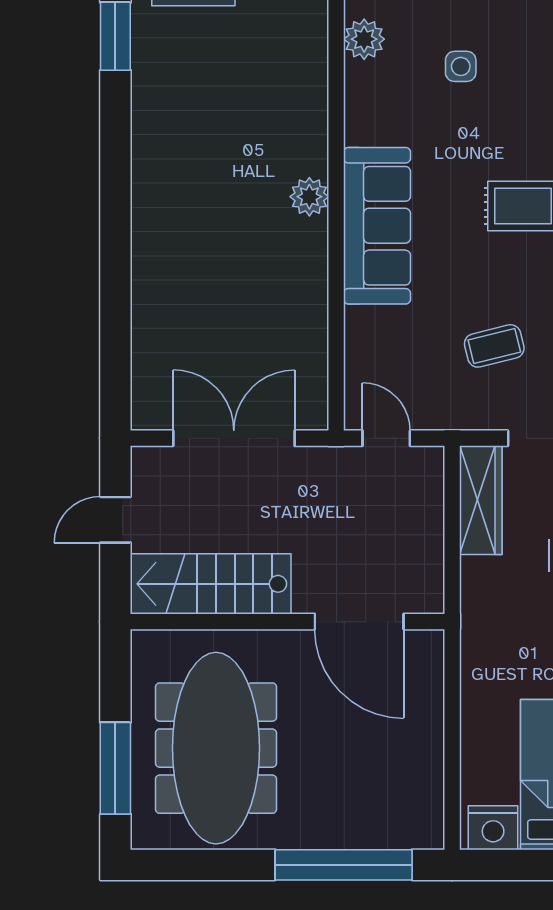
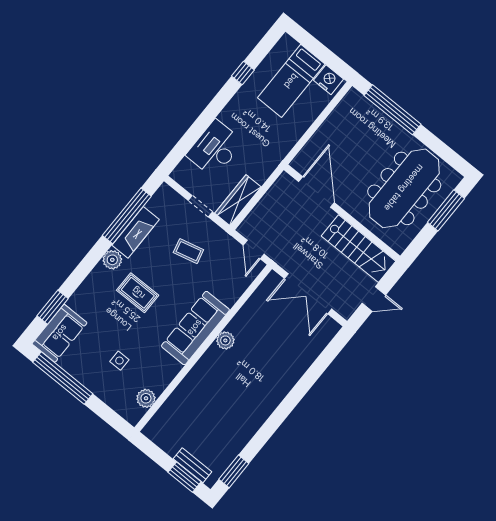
plant: (309, 197) -> (225, 340), moved

